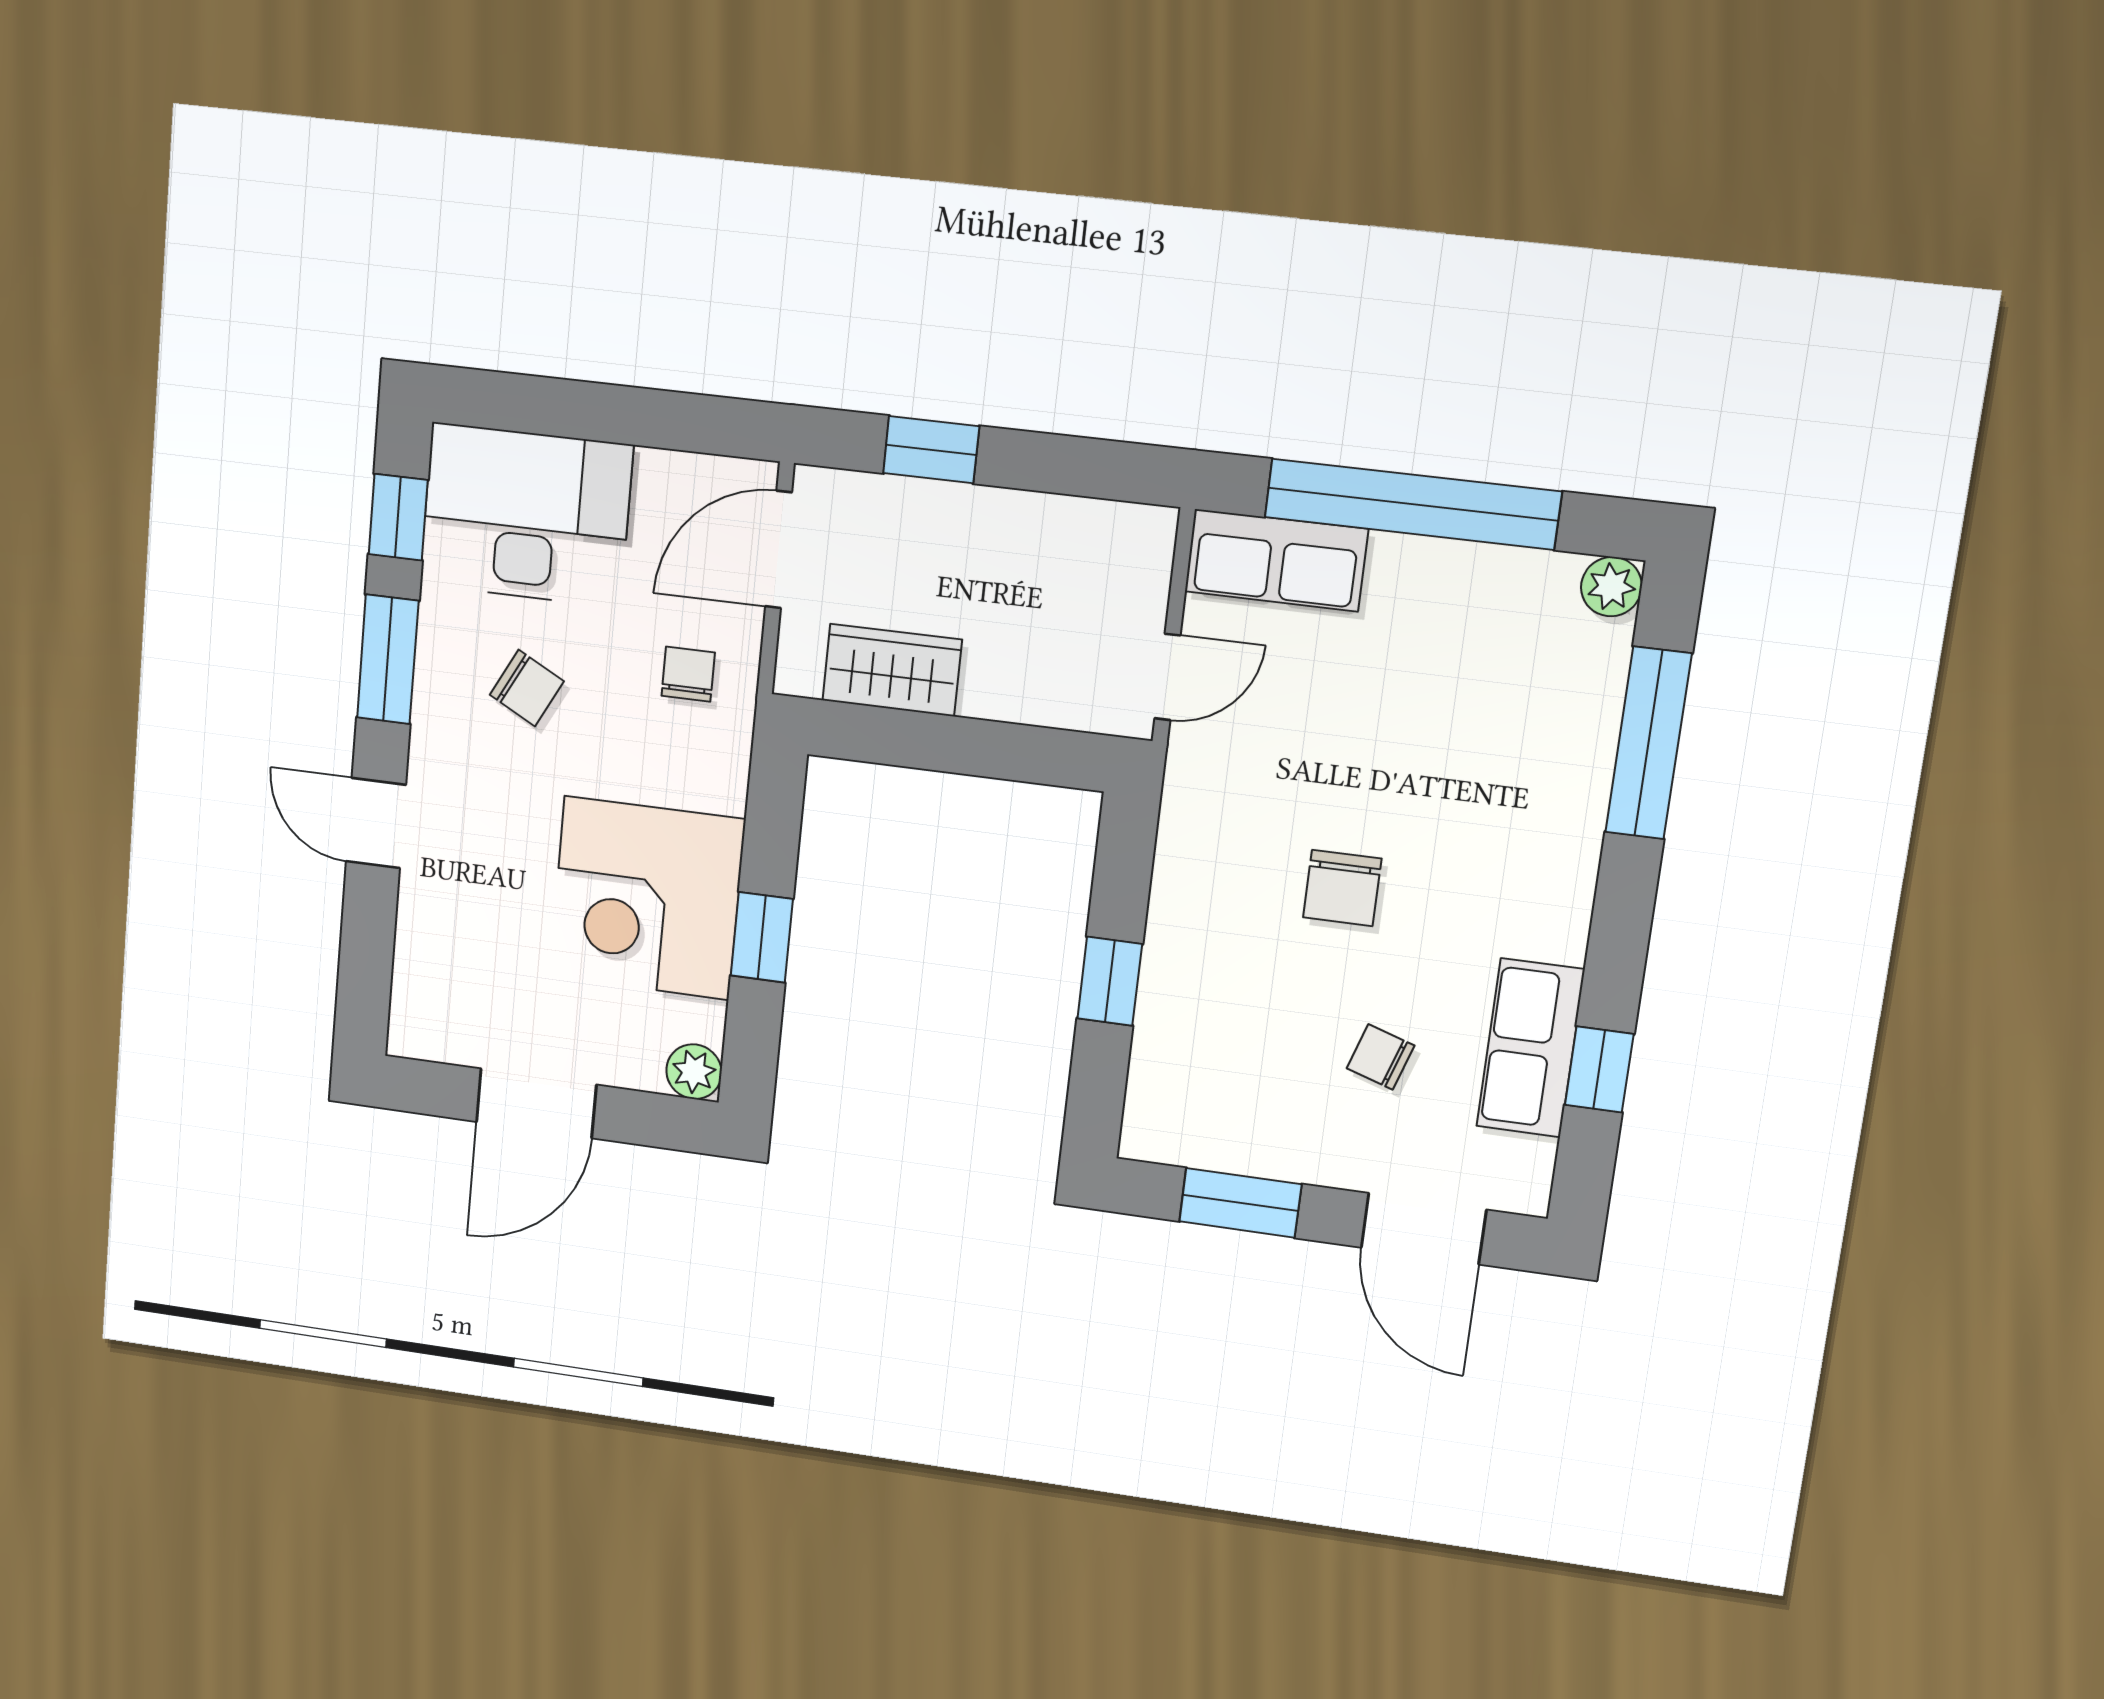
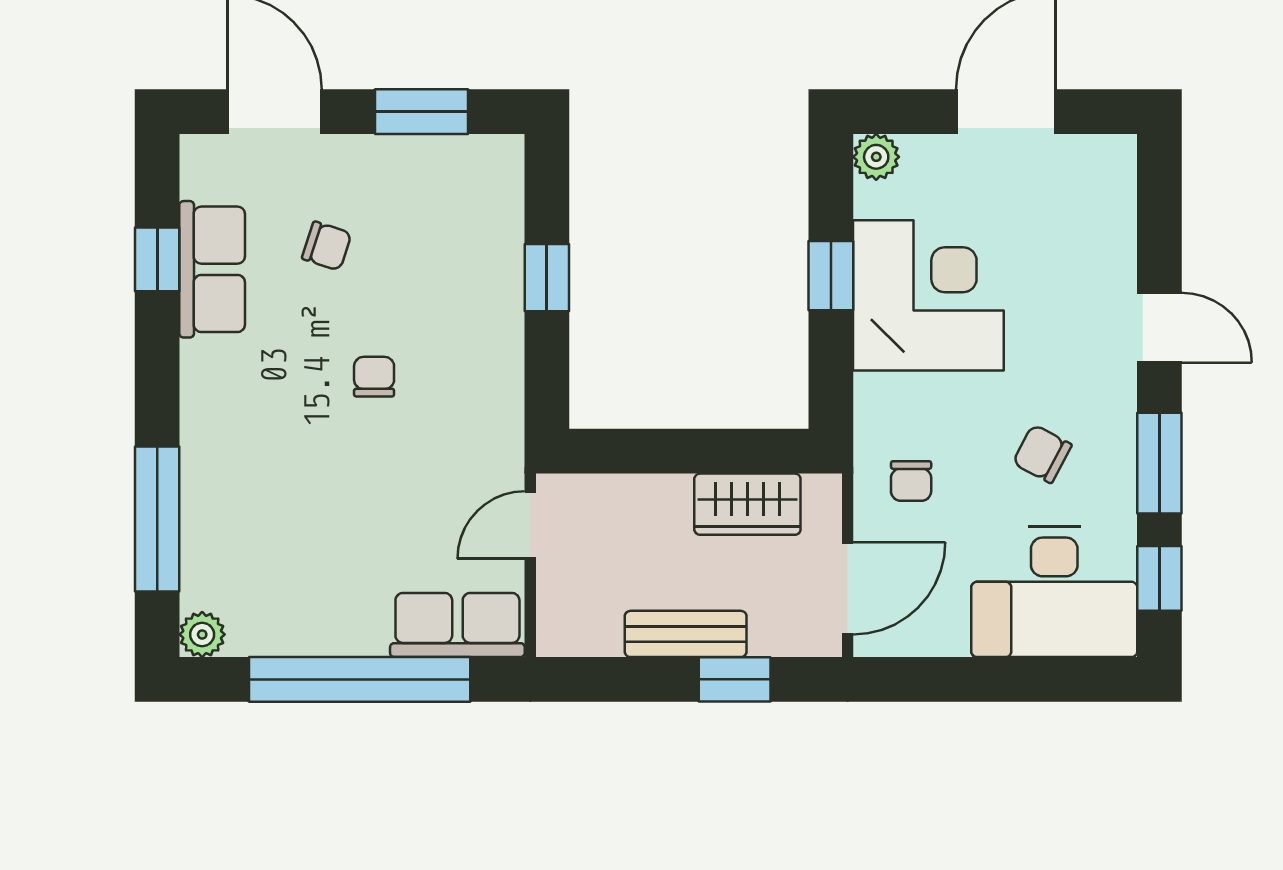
bench: (987, 515) -> (686, 634), added
chair: (1342, 888) -> (374, 377), width x0.73, depth x0.73

